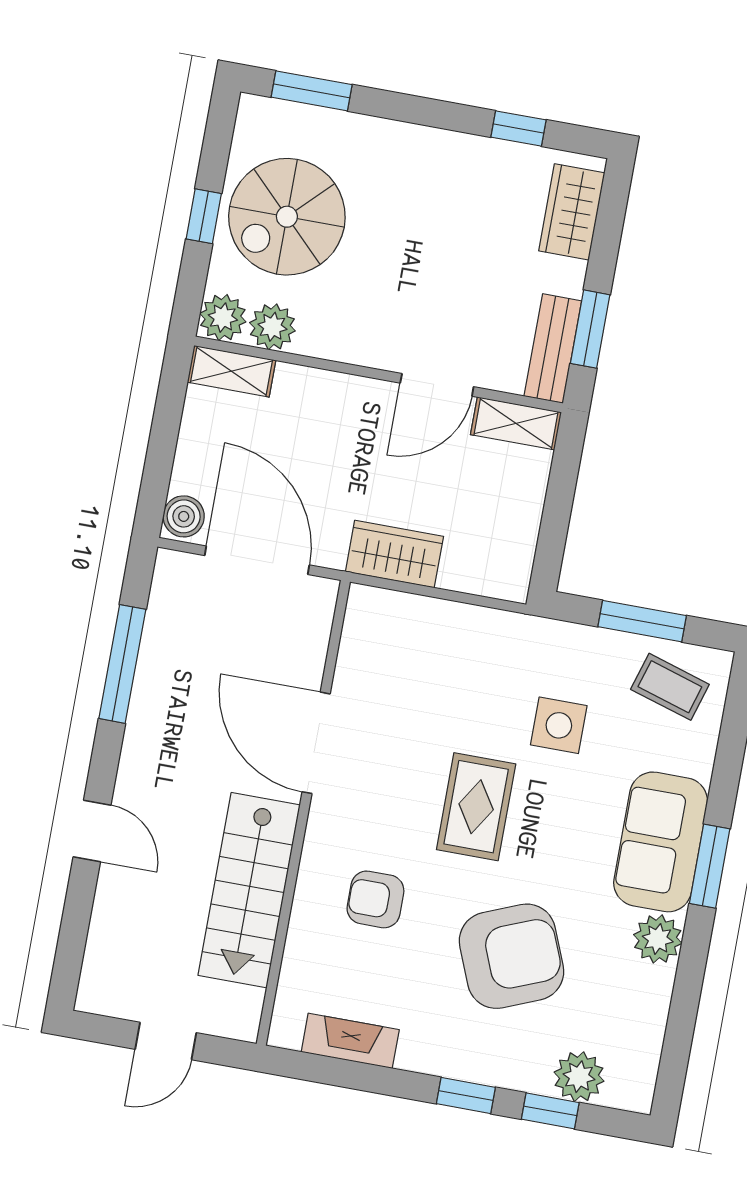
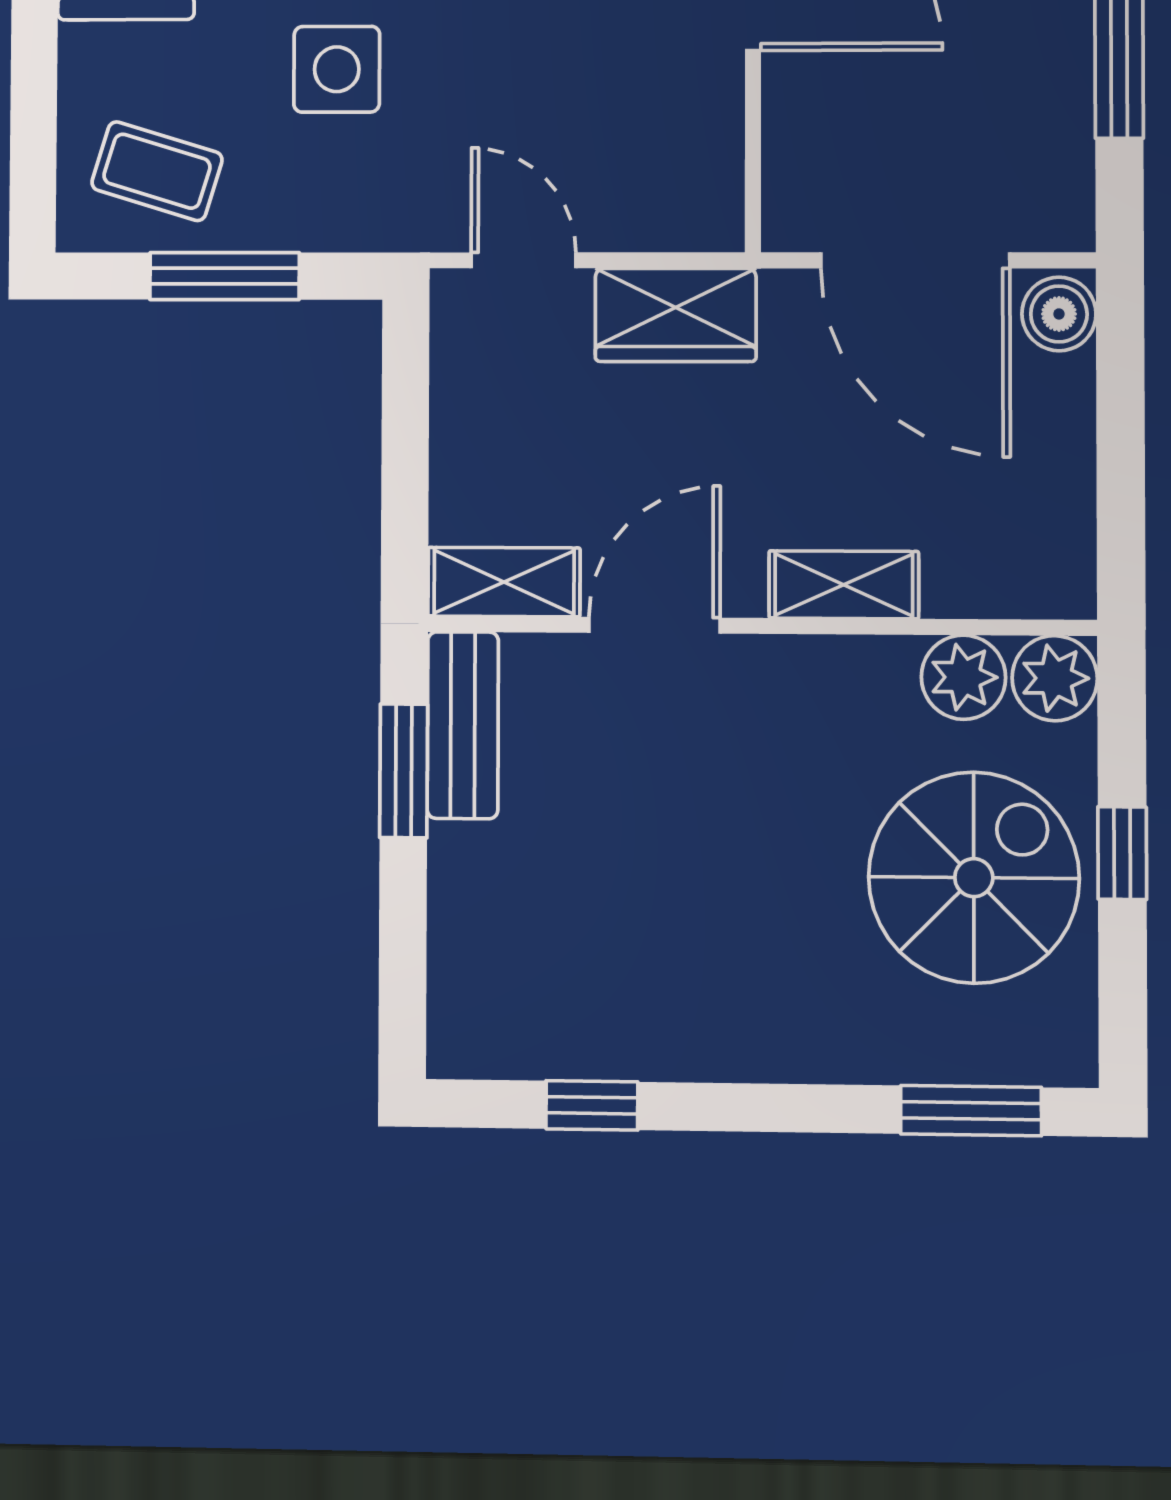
wardrobe: (572, 212) -> (472, 973), removed
shelving: (231, 371) -> (844, 585), moved
door: (473, 600) -> (523, 260), added

